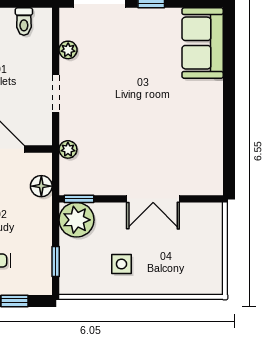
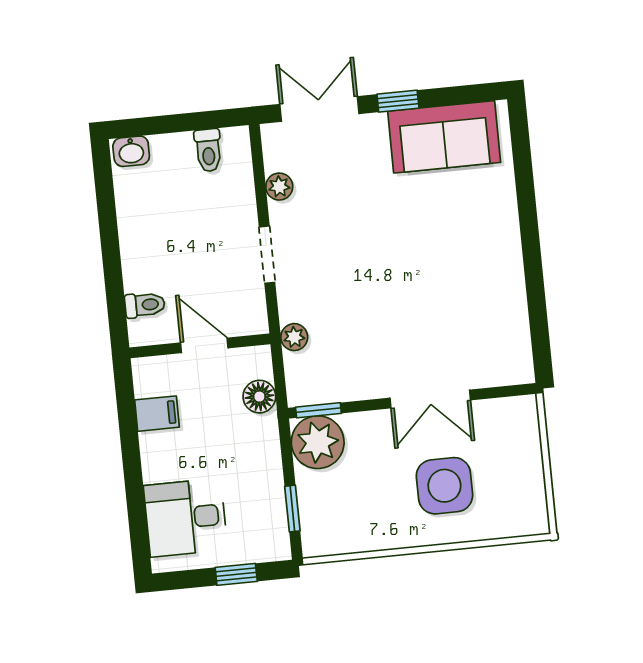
sofa: (203, 43) -> (444, 137), moved, turned -90
side table: (121, 264) -> (444, 486), moved, width x1.87, depth x1.87

